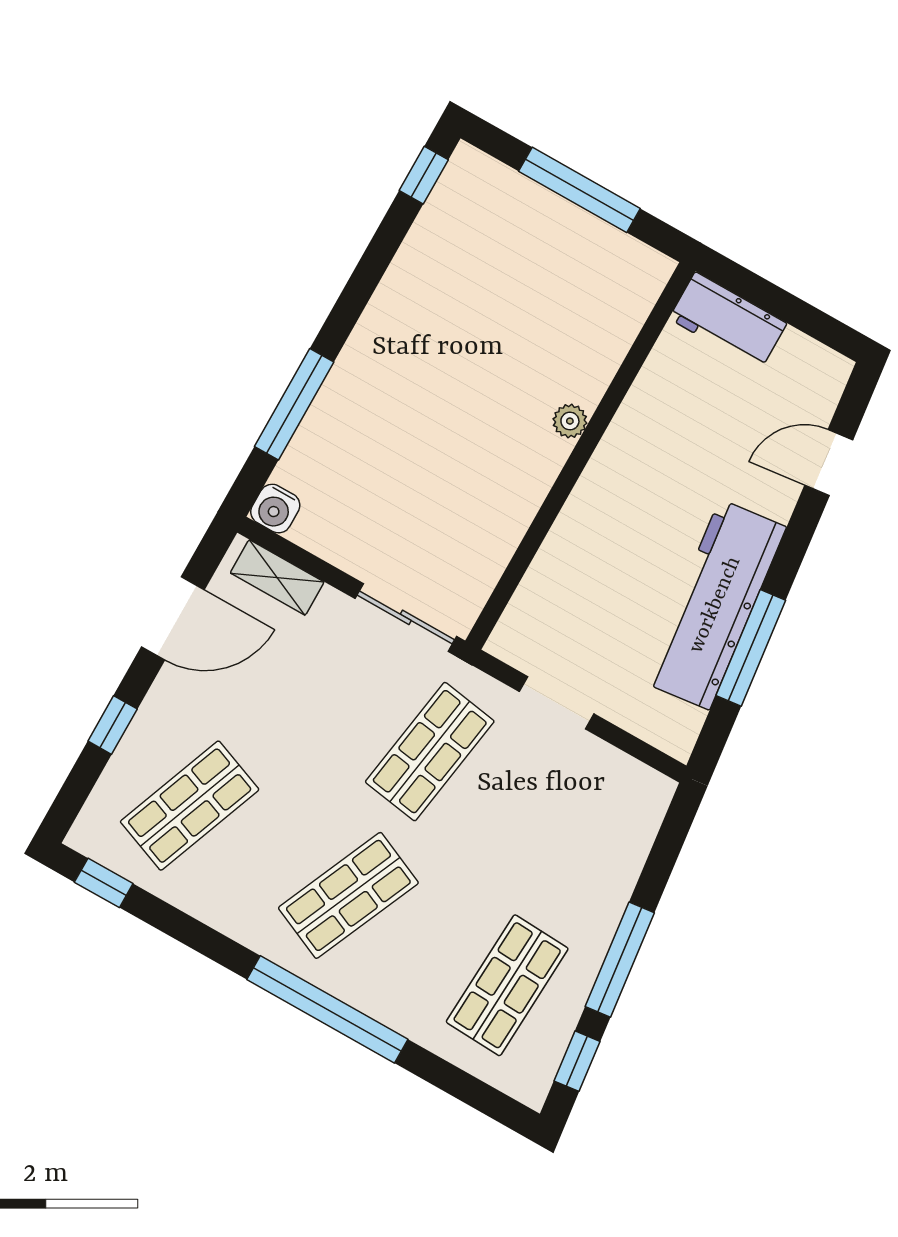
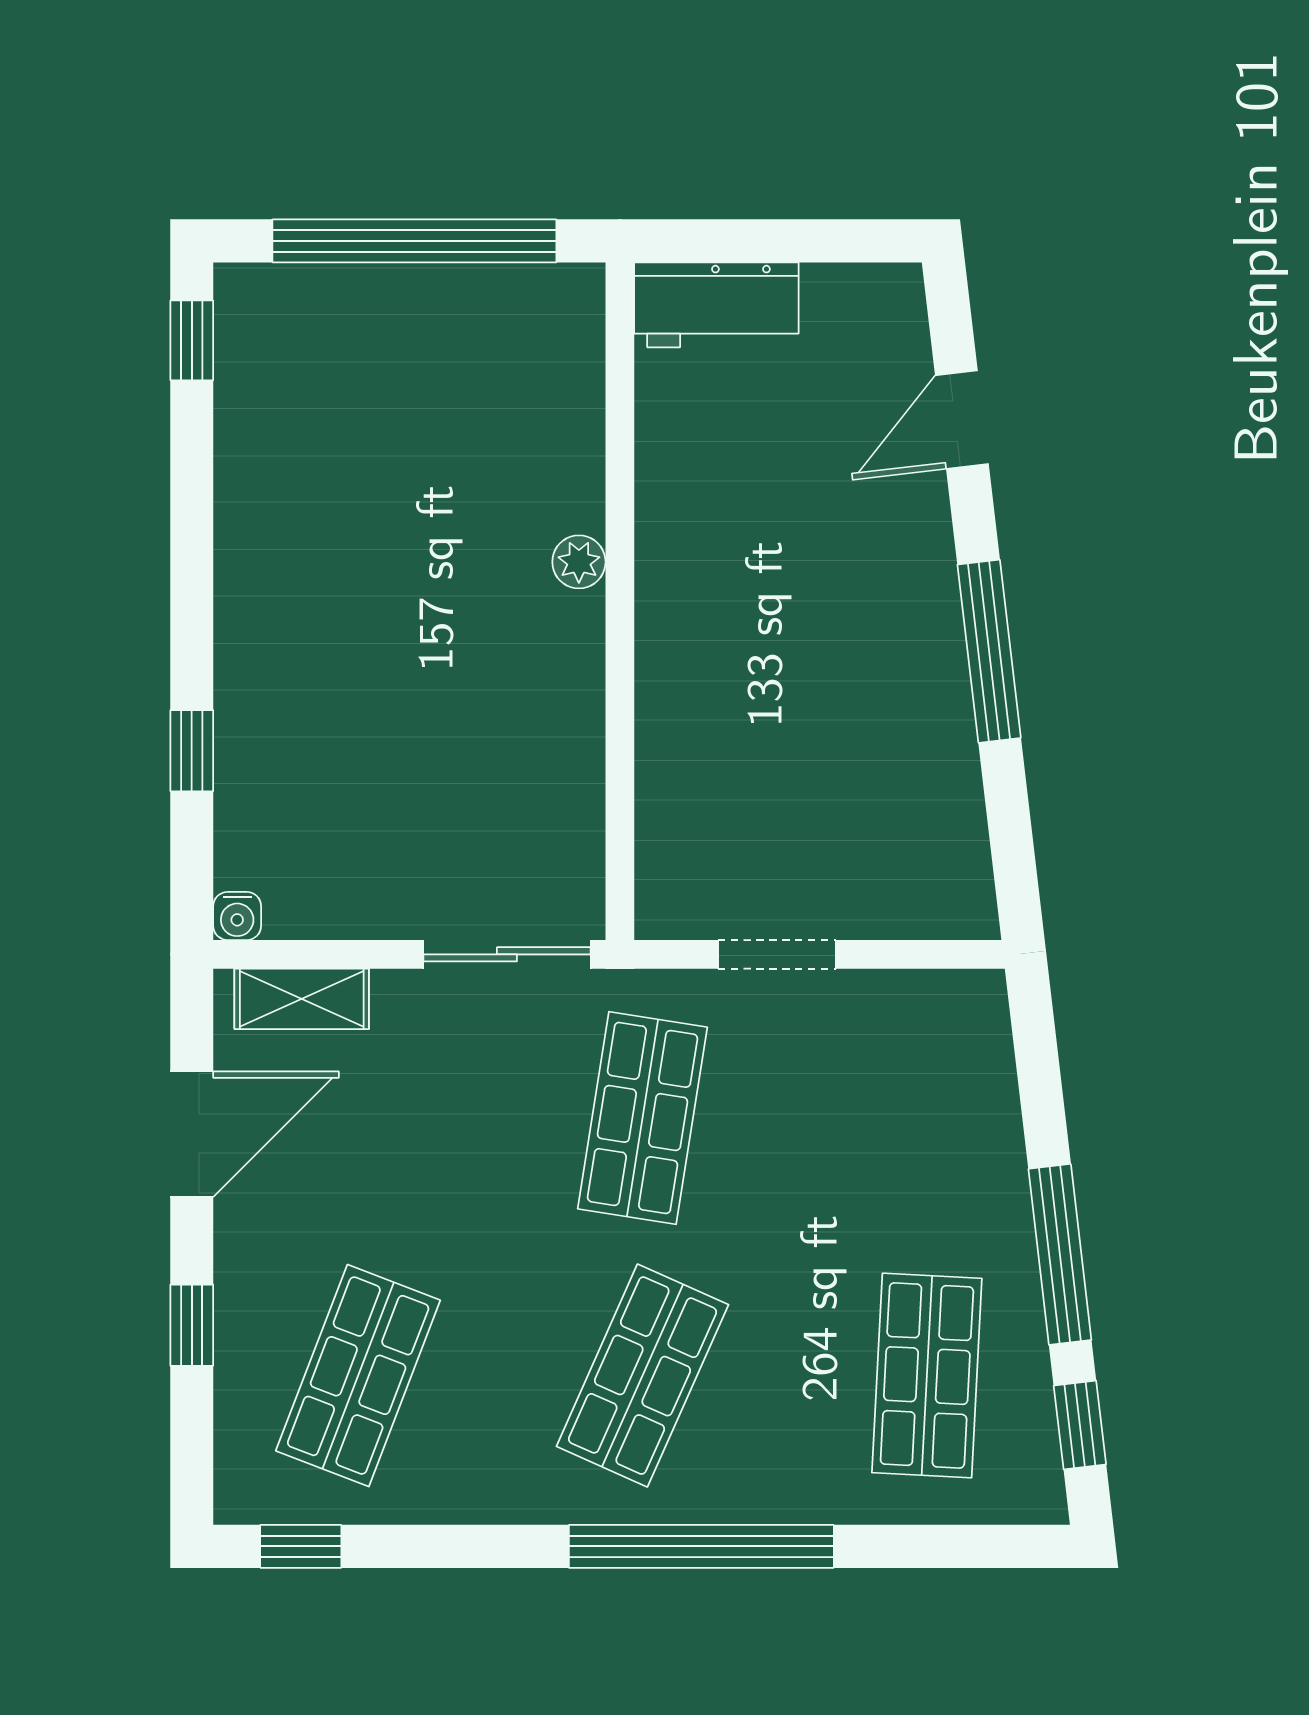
window: (579, 190) -> (414, 241), width x1.46
window: (294, 404) -> (192, 751), width x0.46
water cooler: (275, 509) -> (237, 916), width x0.72, depth x0.72
workbench: (715, 605) -> (916, 700), removed
window: (751, 648) -> (989, 651), moved

